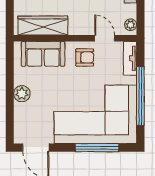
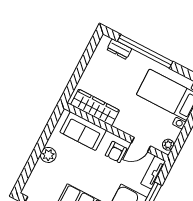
door: (105, 38) -> (141, 145), swing flipped
armchair: (85, 57) -> (116, 152), turned 90

